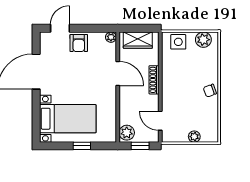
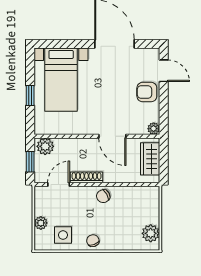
side table: (178, 42) -> (63, 235), moved
door: (118, 73) -> (112, 136), hinge flipped
shoe rack: (154, 80) -> (86, 177), moved
chair: (171, 82) -> (103, 196), added

